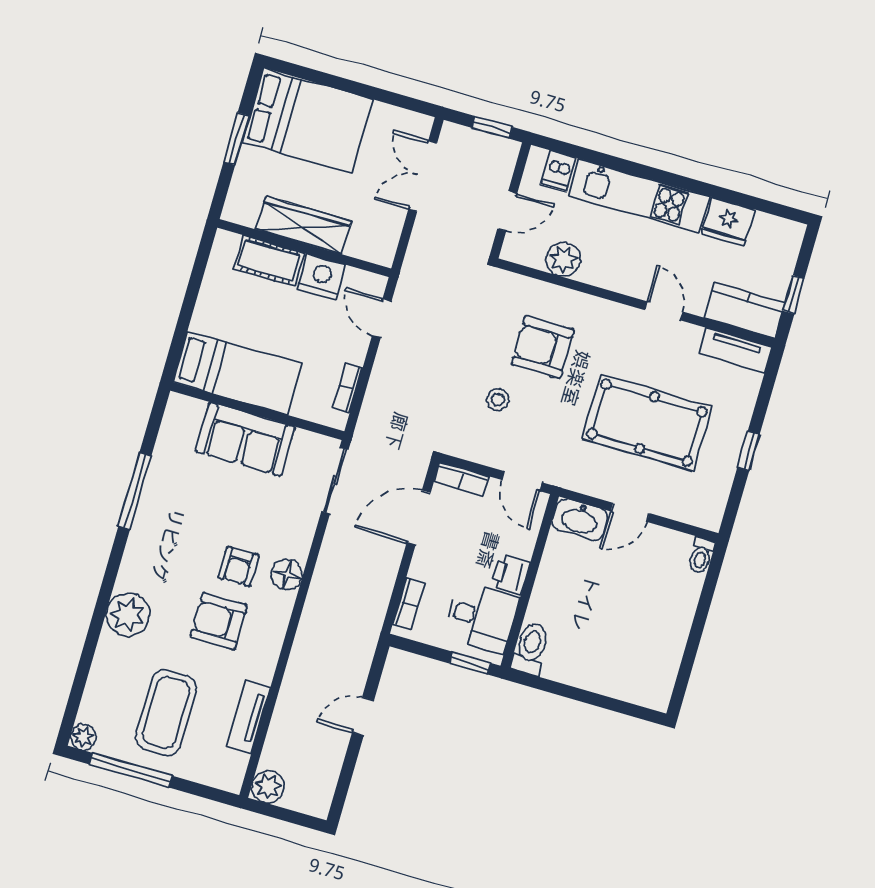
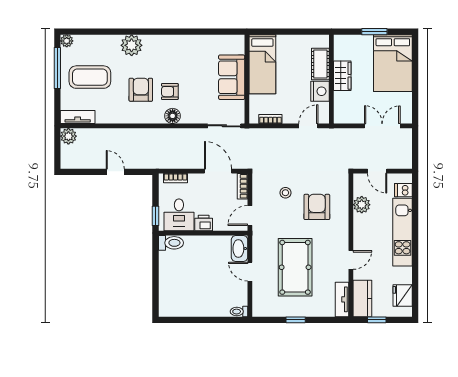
window: (492, 127) -> (415, 152), removed
fridge: (728, 221) -> (403, 296), moved
wardrobe: (304, 225) -> (342, 76), width x0.67
window: (135, 491) -> (191, 32), removed
tv unit: (248, 716) -> (78, 117), moved

